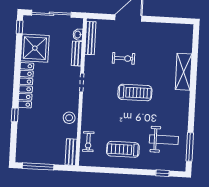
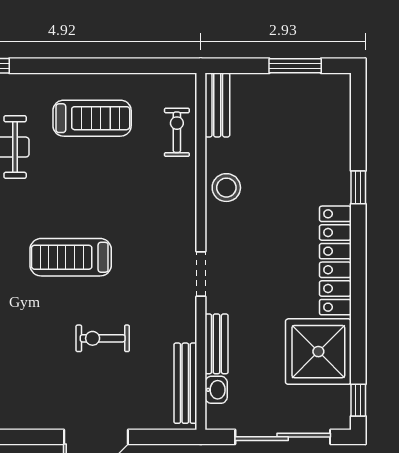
window: (38, 166) -> (295, 66), width x0.69

